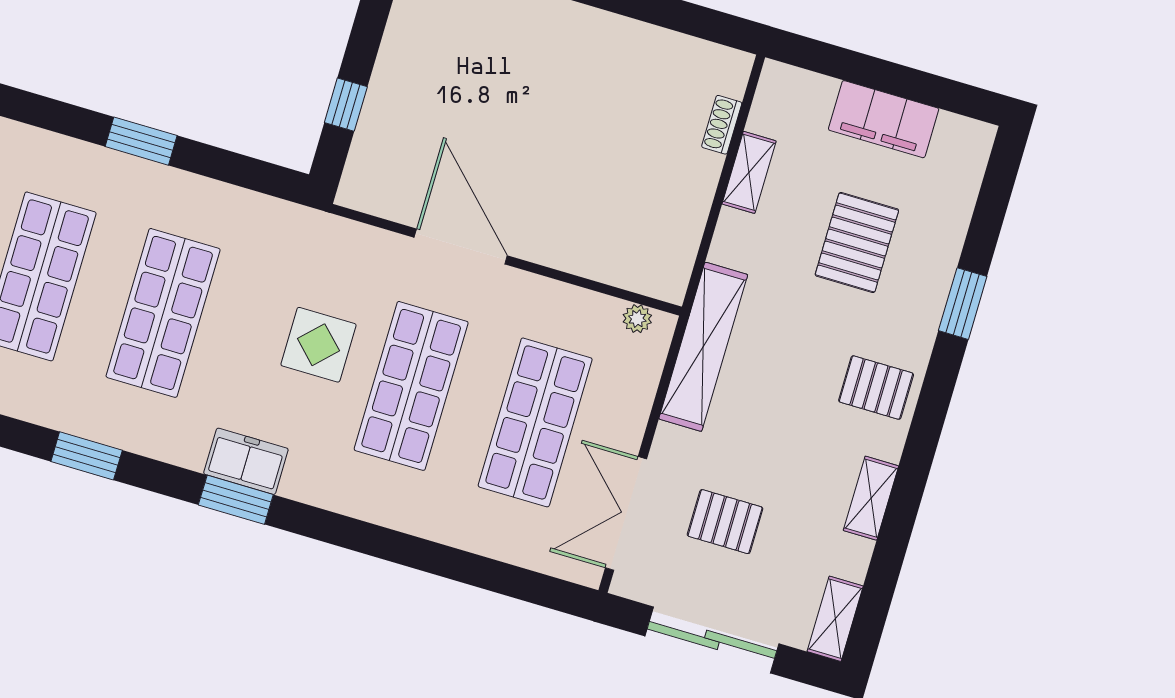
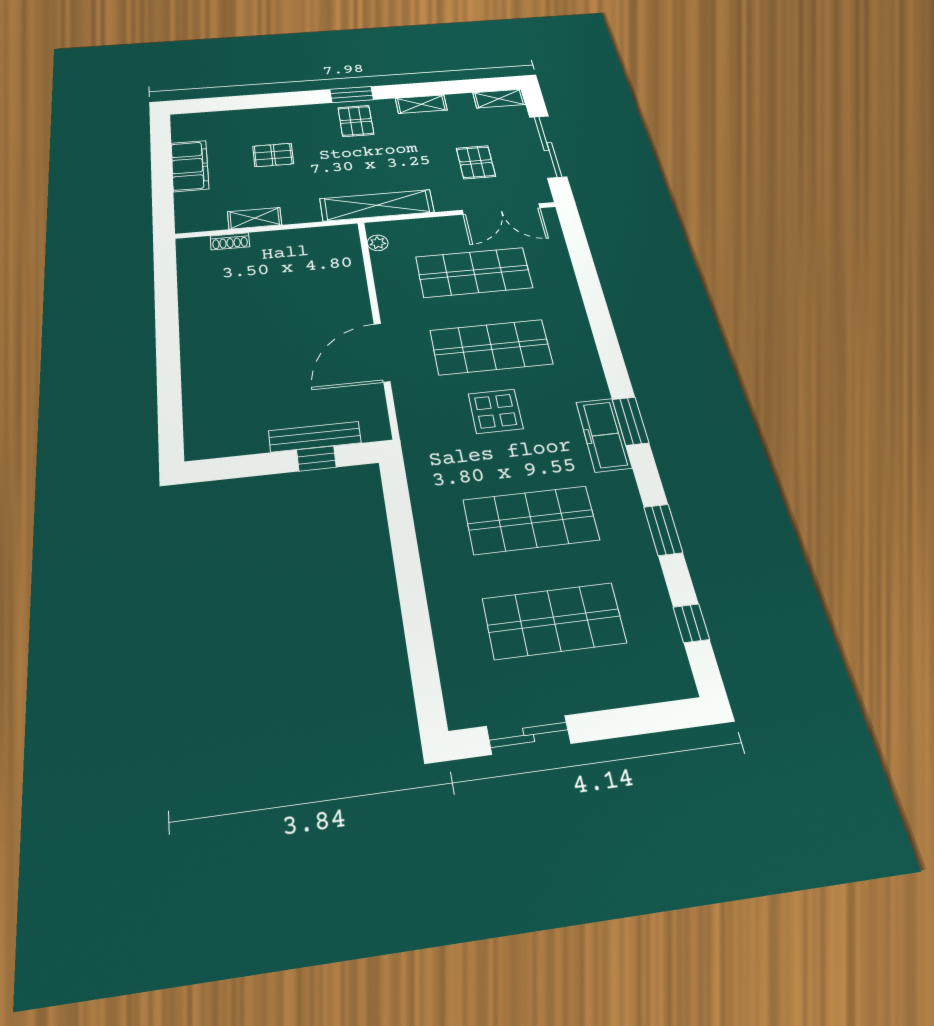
bench: (376, 115) -> (315, 437), added
window: (141, 141) -> (411, 589), removed
pallet: (857, 242) -> (273, 155), width x0.67, depth x0.71
window: (963, 304) -> (352, 95), moved
freezer: (246, 461) -> (604, 435), width x1.40

